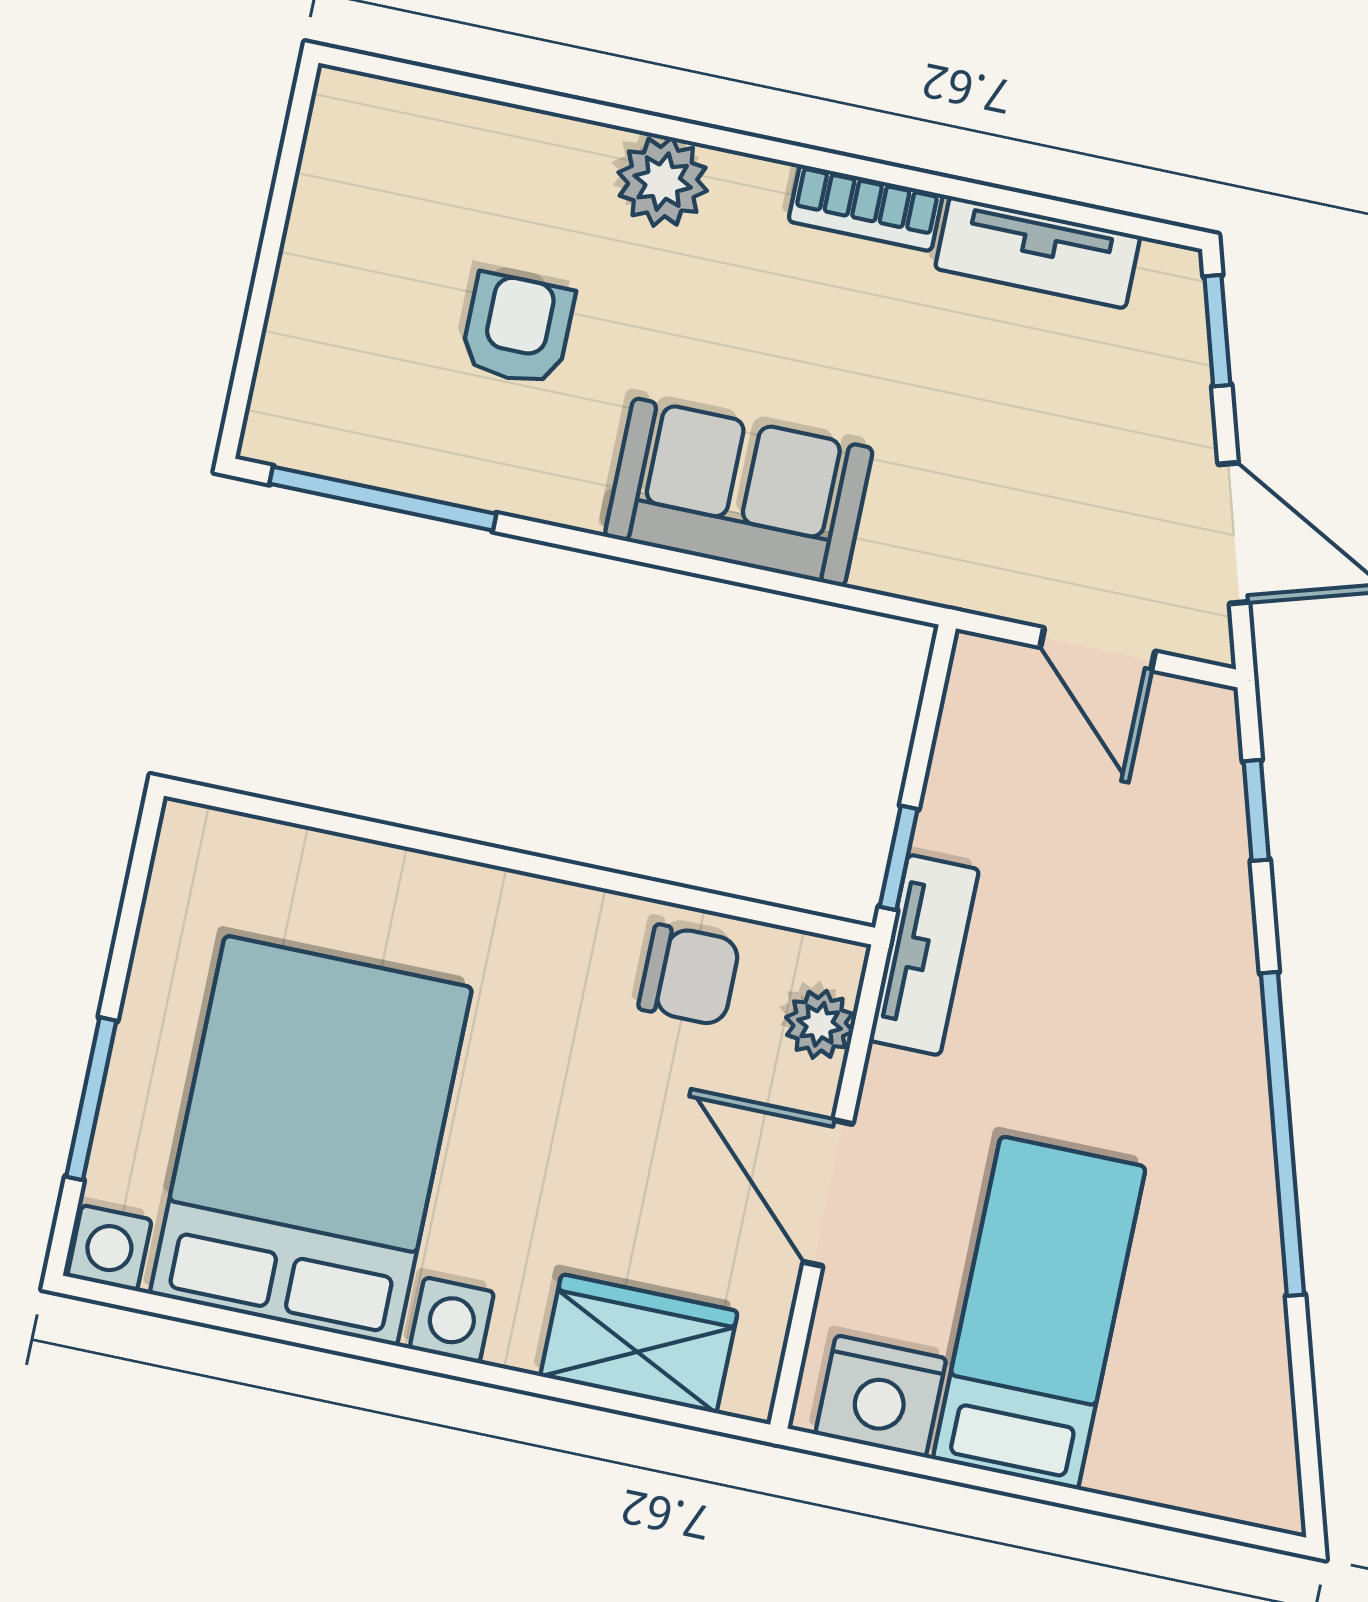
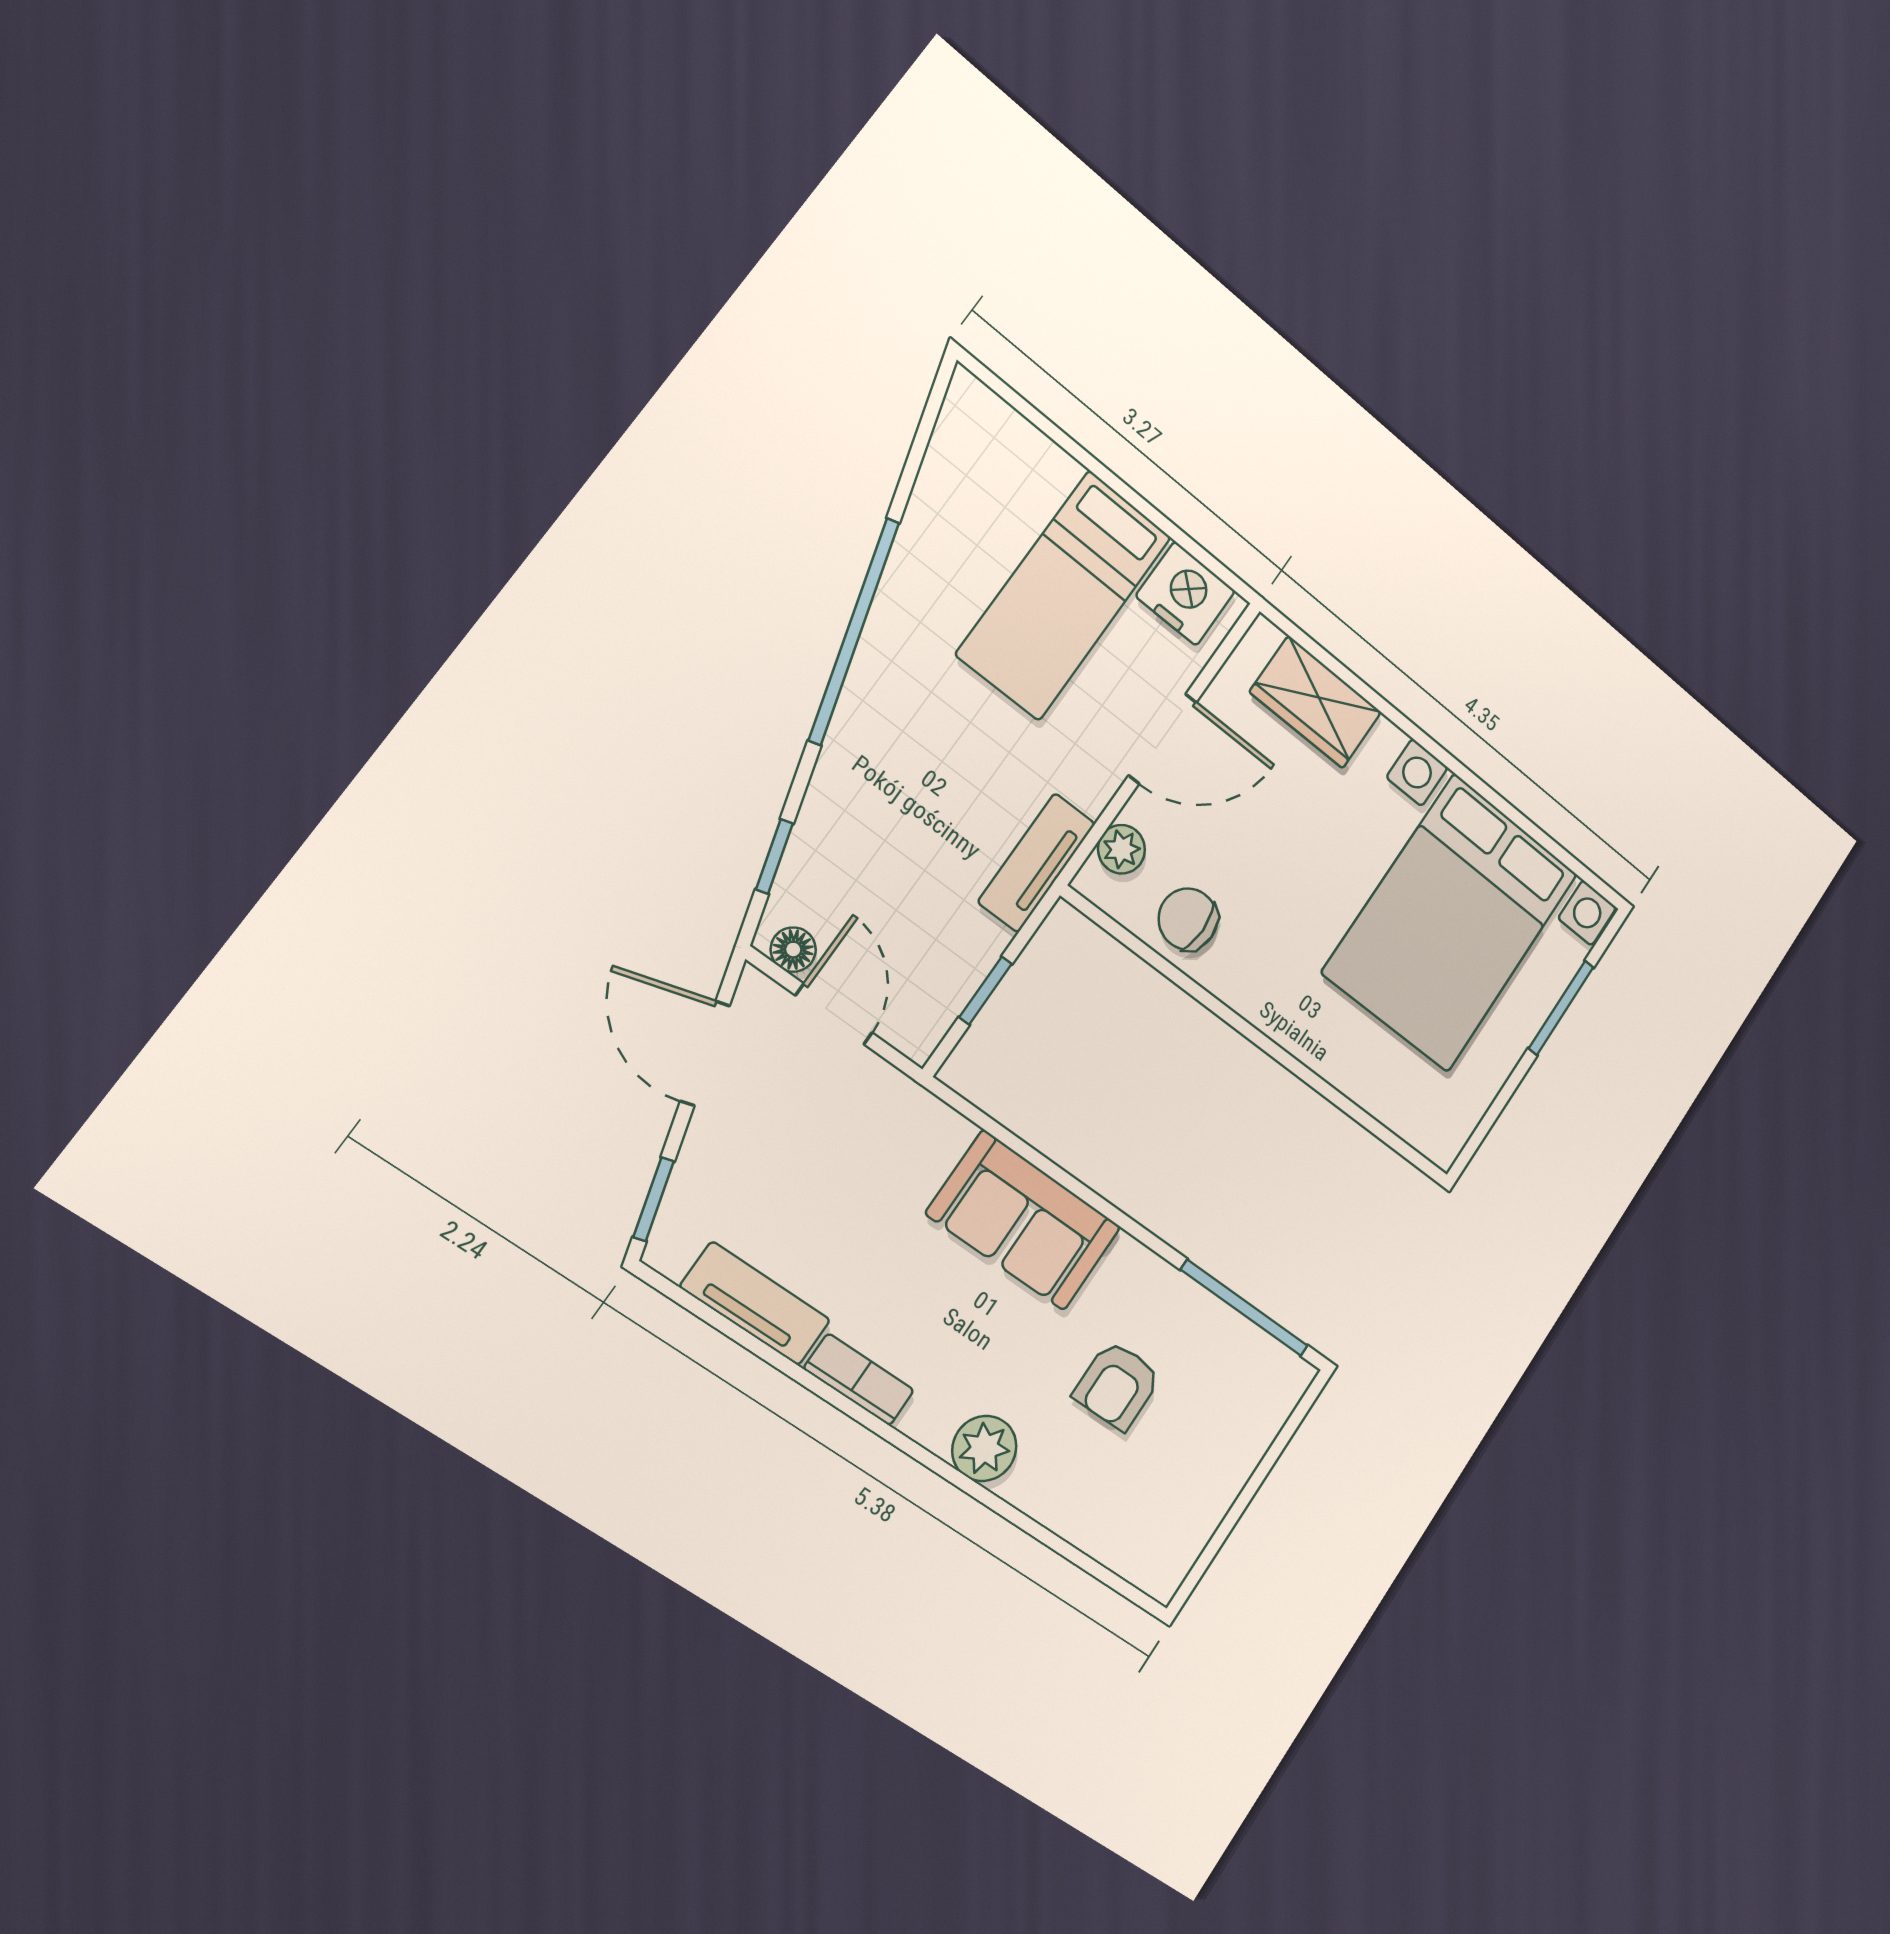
floor lamp: (1183, 707) -> (793, 950), added
window: (899, 858) -> (985, 991), moved
door: (828, 1193) -> (1163, 739), hinge flipped

